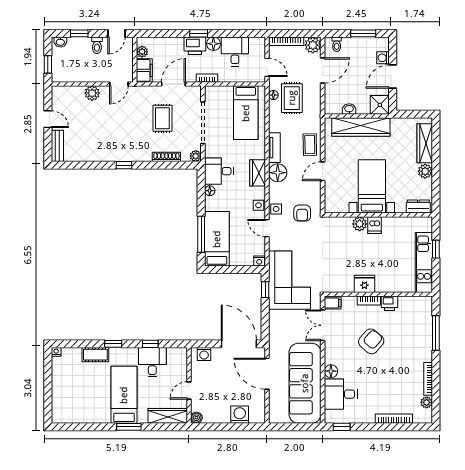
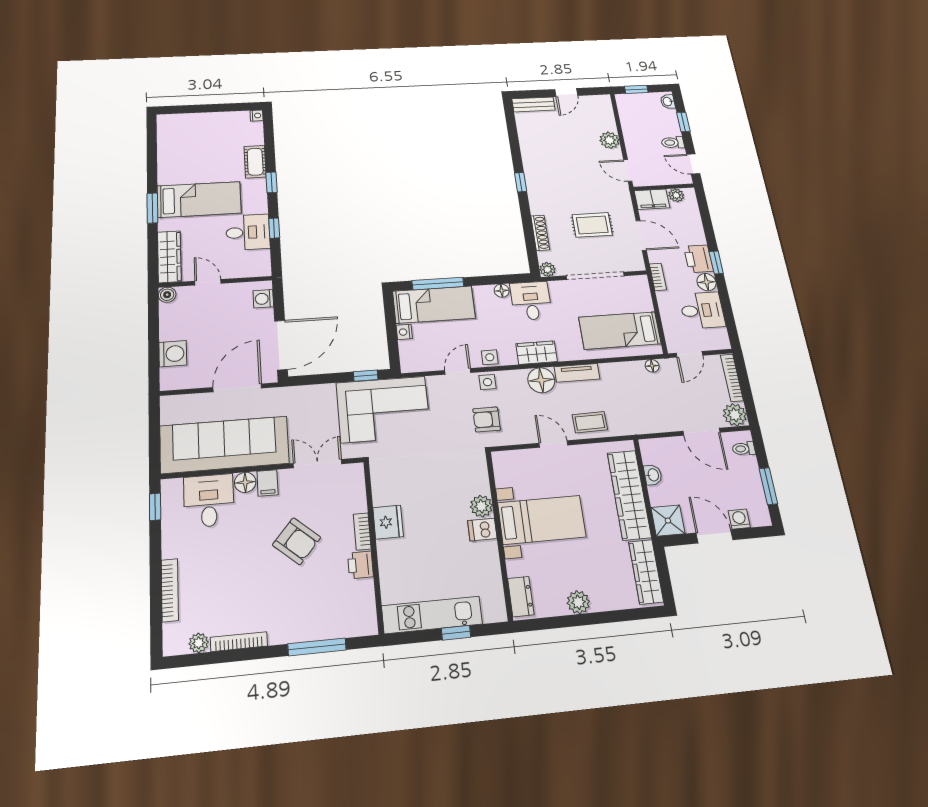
rug: (292, 98) -> (653, 392), removed
wardrobe: (425, 143) -> (646, 572), moved, turned -90
nightstand: (259, 261) -> (404, 332), moved
filing cabinet: (333, 303) -> (268, 483), moved

